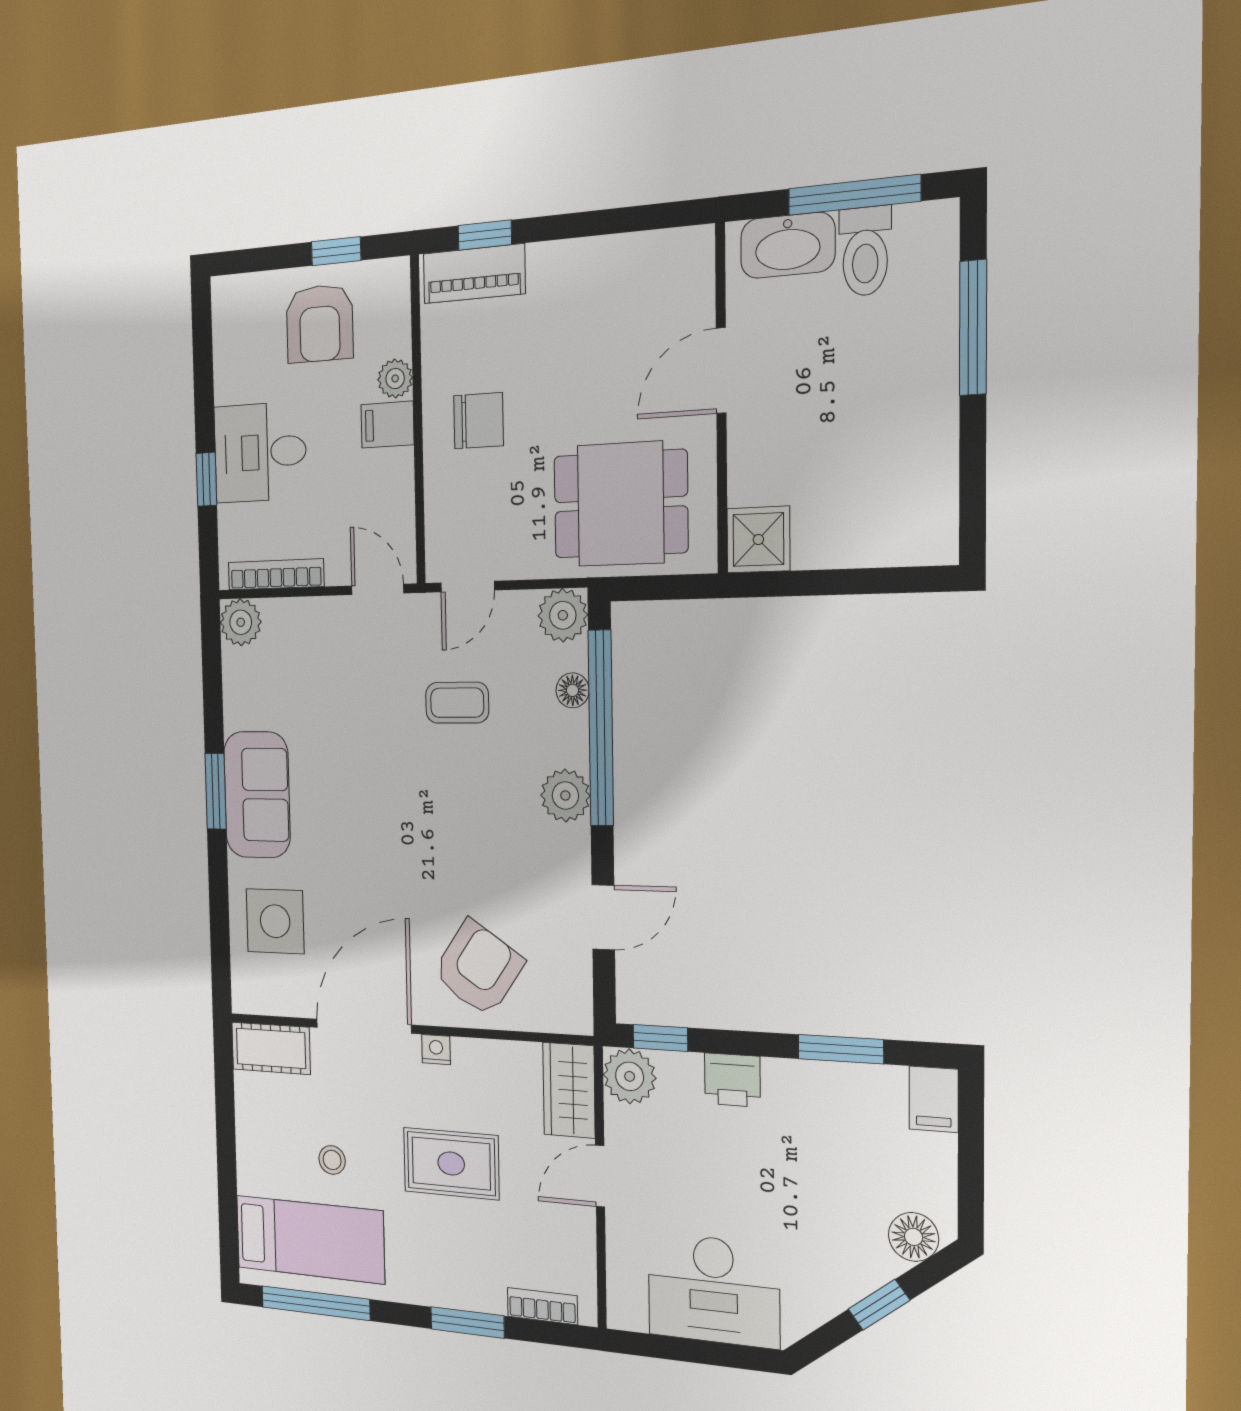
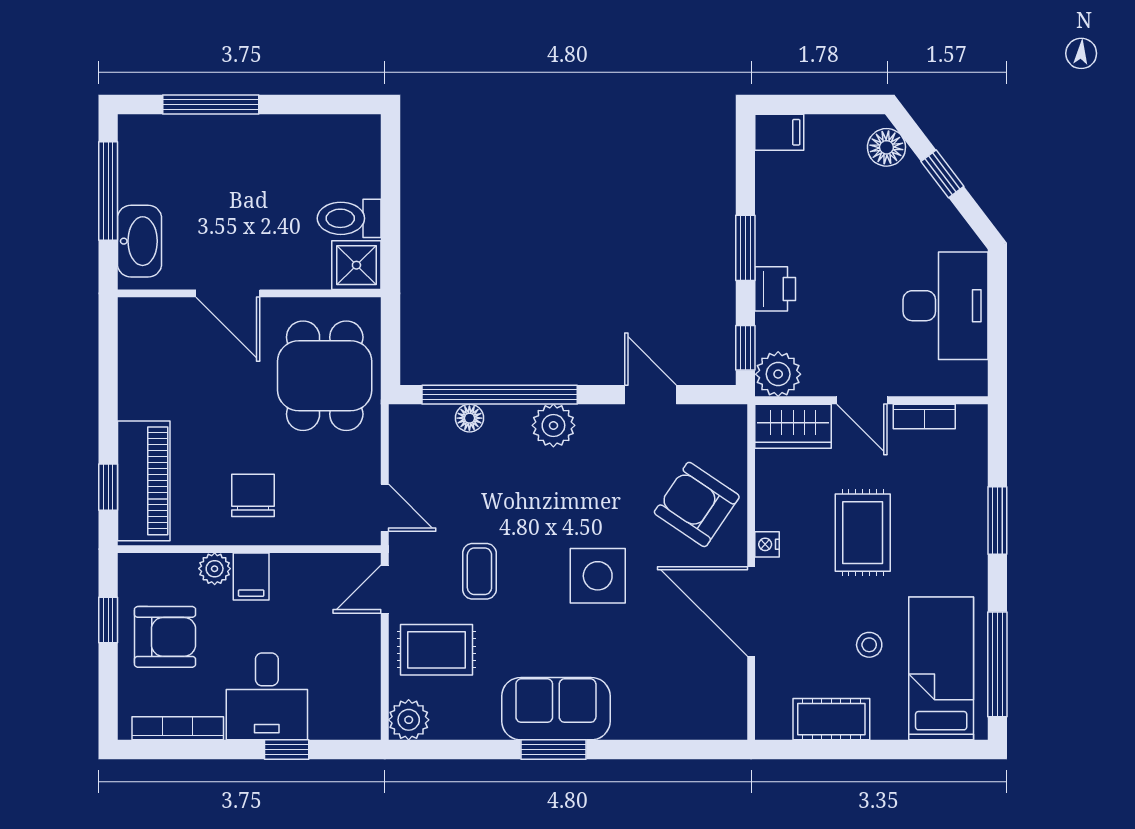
toilet: (865, 251) -> (349, 218), moved, turned 180
piano: (474, 274) -> (144, 481), width x1.37, depth x1.33
bookcase: (276, 574) -> (178, 728), moved, turned 90
plant: (563, 615) -> (410, 425), removed
rug: (314, 654) -> (437, 650), added
coffee table: (457, 703) -> (479, 571), moved
side table: (275, 921) -> (598, 576), moved
cot: (271, 1048) -> (831, 719), moved, turned 90
window: (841, 1049) -> (745, 248), moved
bookcase: (542, 1306) -> (924, 416), moved, turned -90

